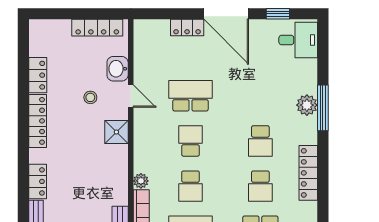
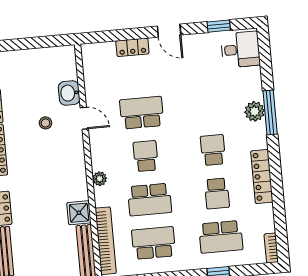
door: (226, 14) -> (169, 31), width x0.53
locker: (97, 28) -> (46, 55), removed
shower: (116, 132) -> (79, 213), moved
school desk: (260, 141) -> (213, 150), turned 180
plant: (141, 181) -> (100, 179), moved
school desk: (190, 186) -> (150, 200), width x1.85

